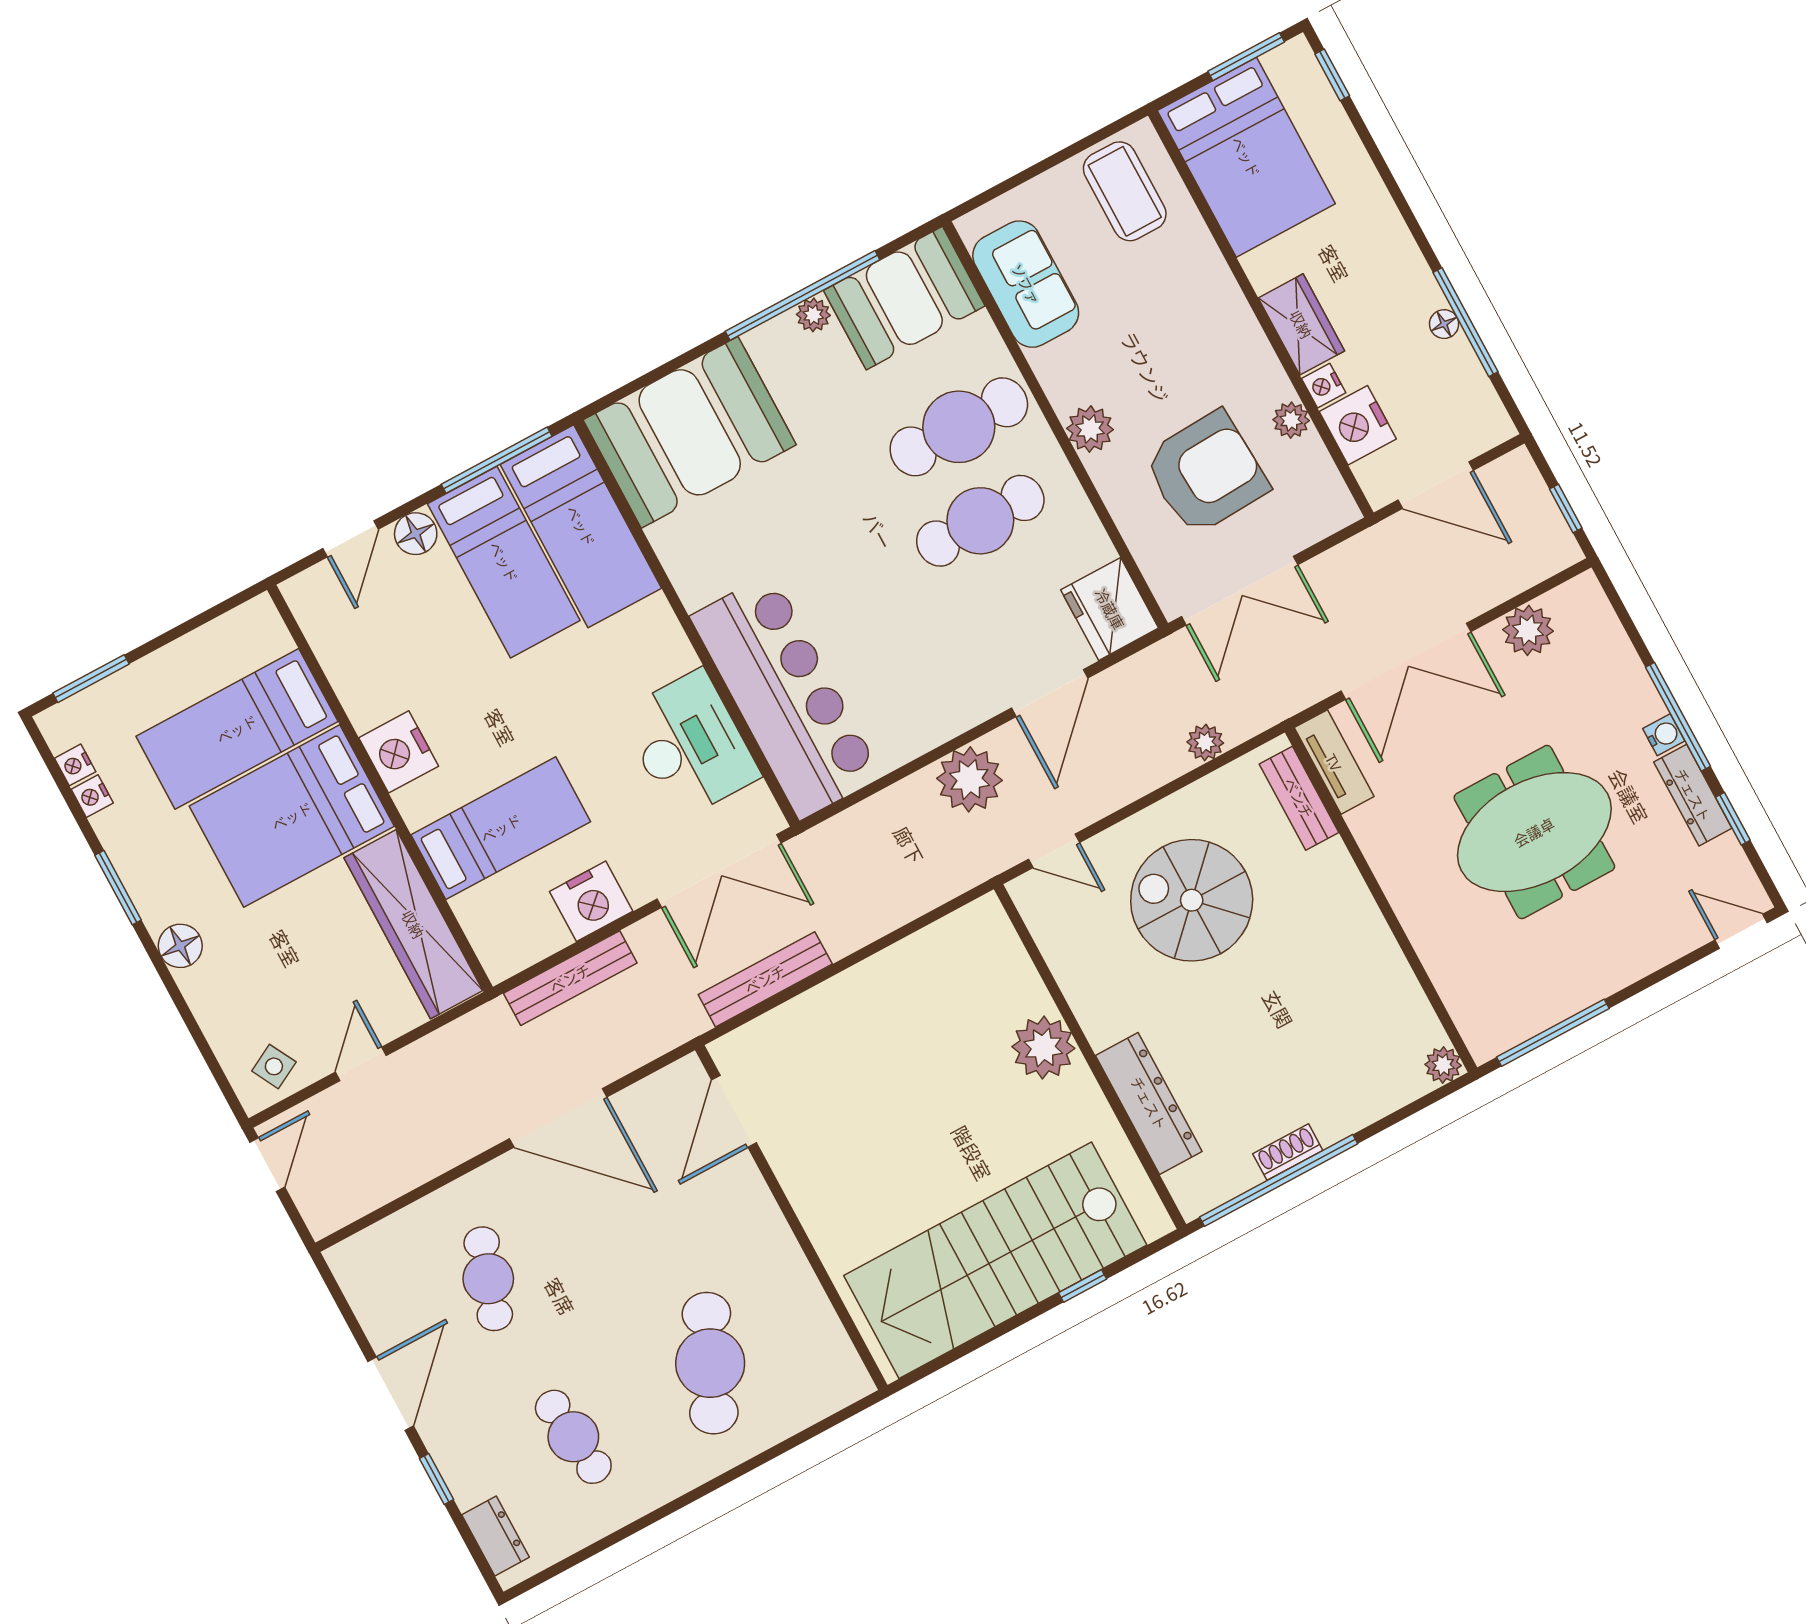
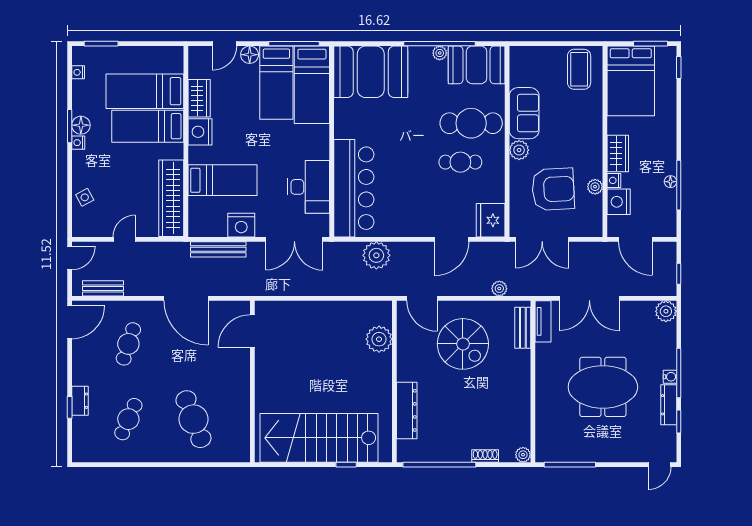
sofa: (1026, 284) -> (524, 113), moved
cafe table: (980, 521) -> (460, 162), width x0.73, depth x0.74
plant: (1528, 630) -> (666, 311), moved
wardrobe: (359, 682) -> (199, 98), added
plant: (969, 779) -> (376, 255), moved
nightstand: (92, 796) -> (78, 143), moved
bed: (292, 816) -> (148, 126), width x0.67
door: (1054, 851) -> (422, 298), width x1.38
spiral stairs: (1192, 900) -> (463, 344), turned 180
door: (1741, 931) -> (659, 465), swing flipped
floor lamp: (180, 946) -> (81, 125), moved
bench: (765, 979) -> (103, 288), moved, width x0.73
plant: (1043, 1048) -> (379, 339), moved
side table: (274, 1066) -> (85, 197), moved
shoe rack: (1288, 1152) -> (485, 456), moved
cafe table: (710, 1363) -> (193, 419), turned -45
door: (391, 1394) -> (70, 322), moved
cafe table: (573, 1437) -> (128, 419), turned 30
dresser: (496, 1536) -> (80, 401), moved

